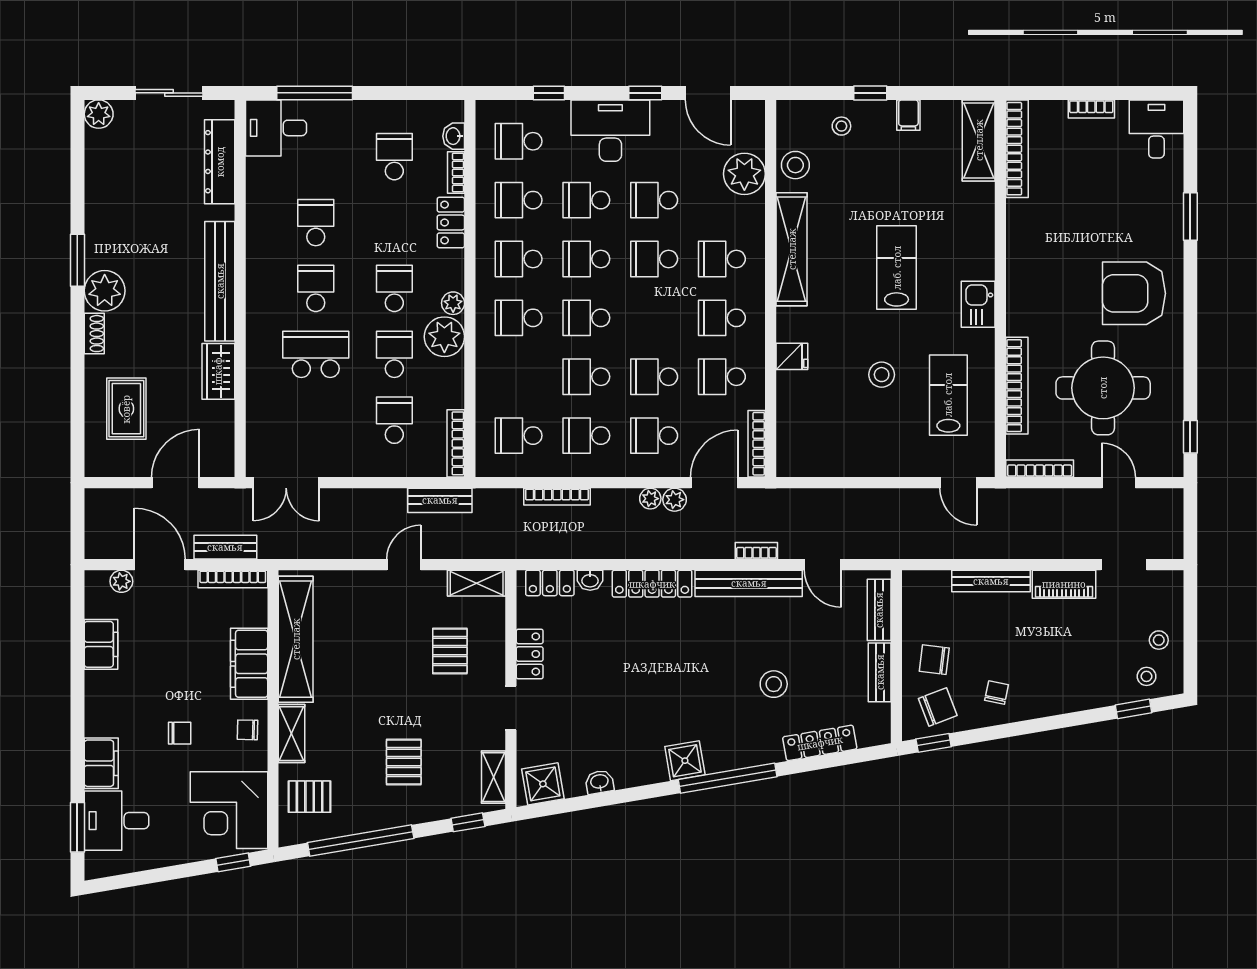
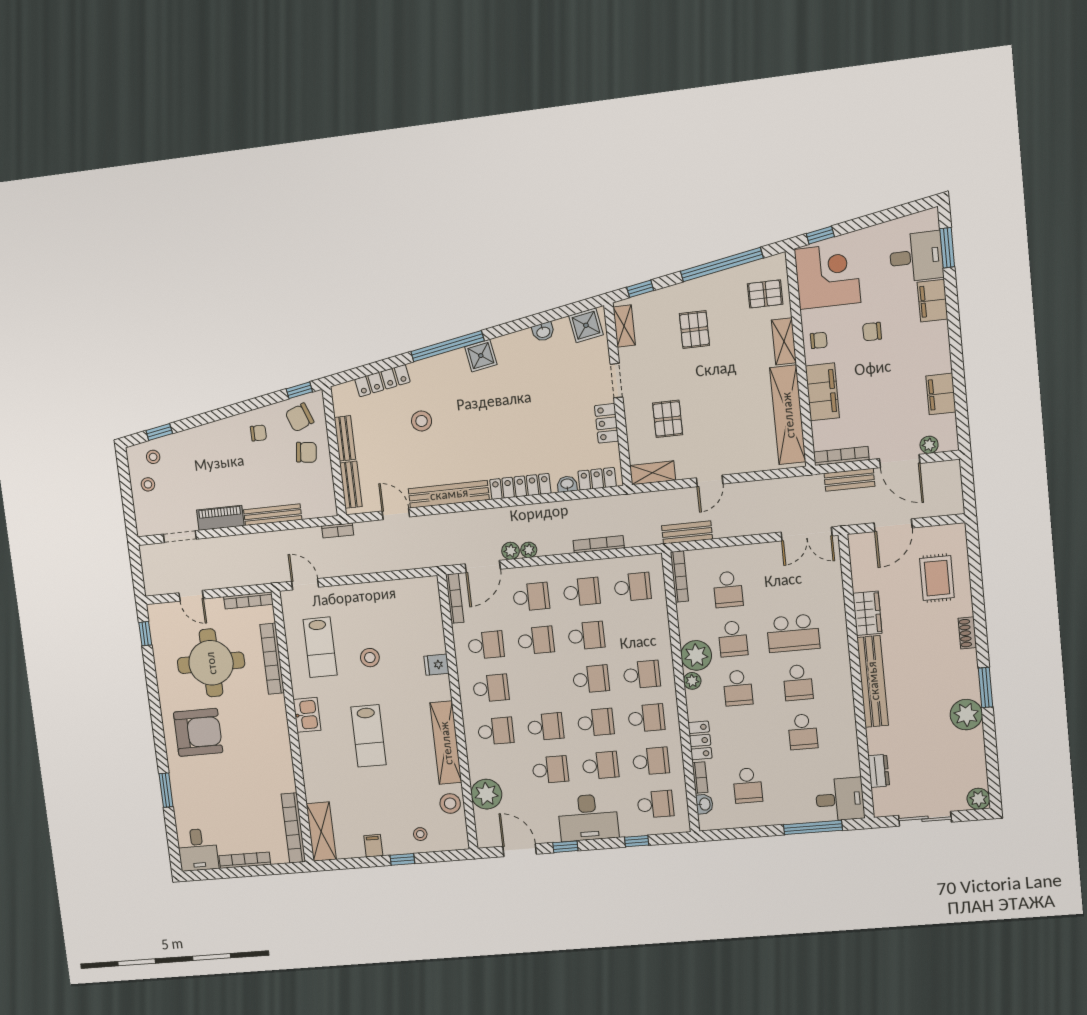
bookcase: (1091, 109) -> (245, 860), width x1.56
dresser: (220, 162) -> (879, 771), width x0.51, depth x0.80
plant: (105, 291) -> (966, 715), moved
double door: (286, 483) -> (807, 534), swing flipped
bookcase: (756, 551) -> (338, 530), moved
chair: (997, 692) -> (258, 433), turned -102

